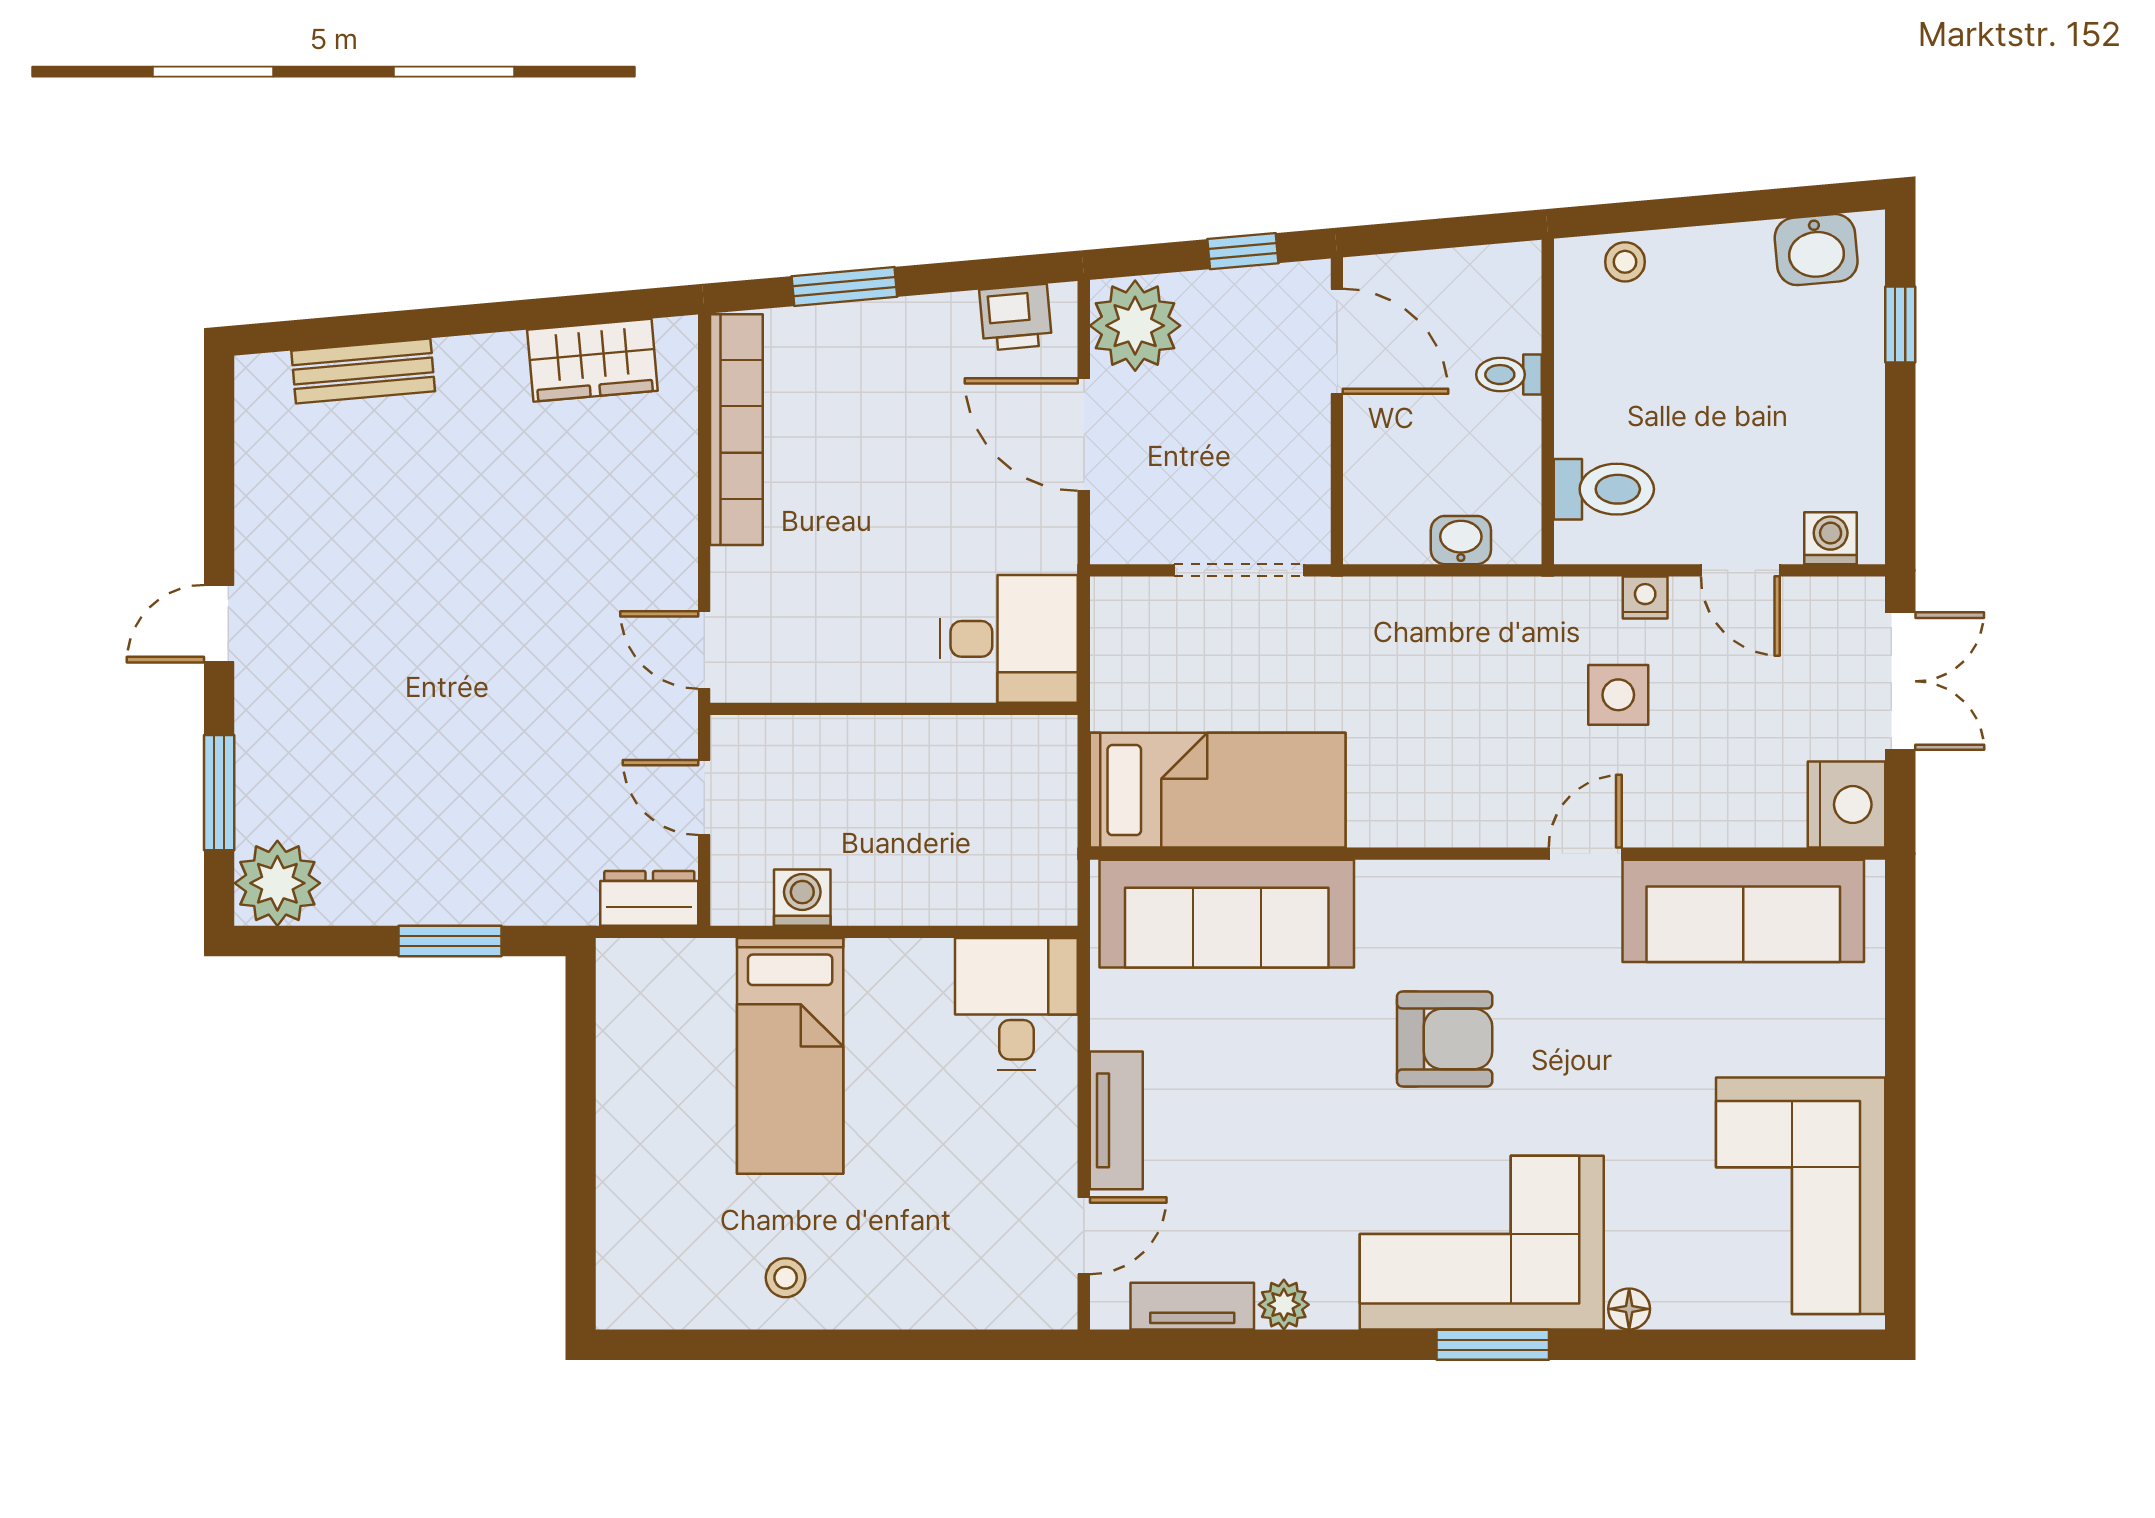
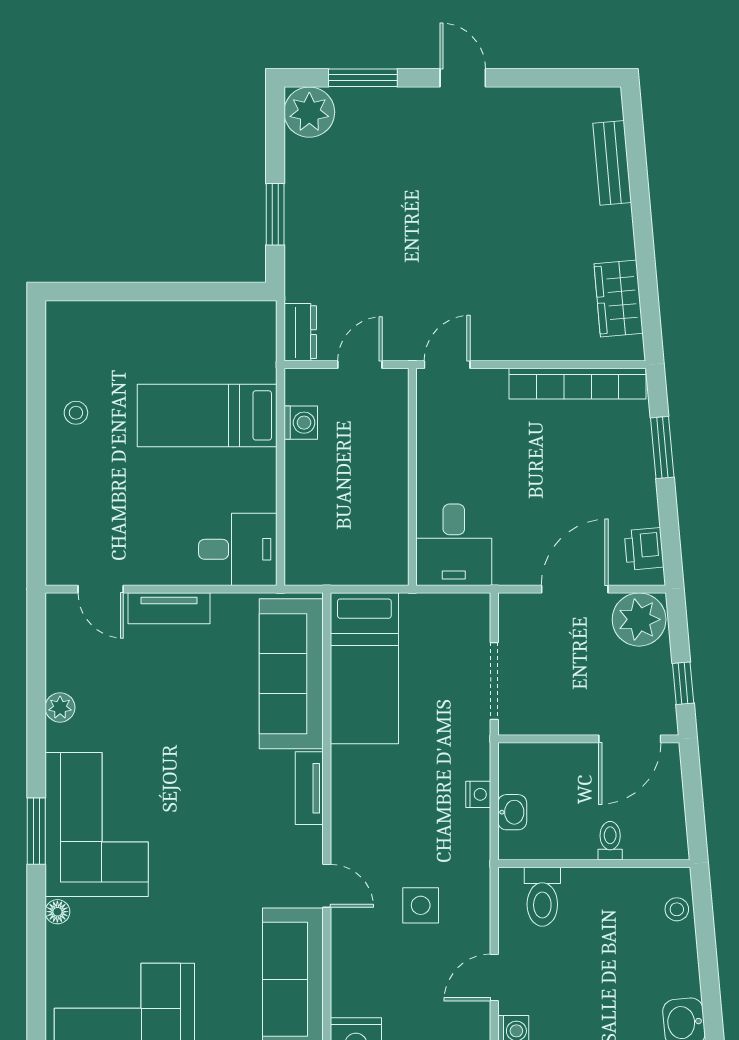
nightstand: (1645, 597) -> (478, 794), moved
armchair: (1445, 1039) -> (217, 803), removed
tv unit: (1192, 1306) -> (309, 788), moved, turned 180

